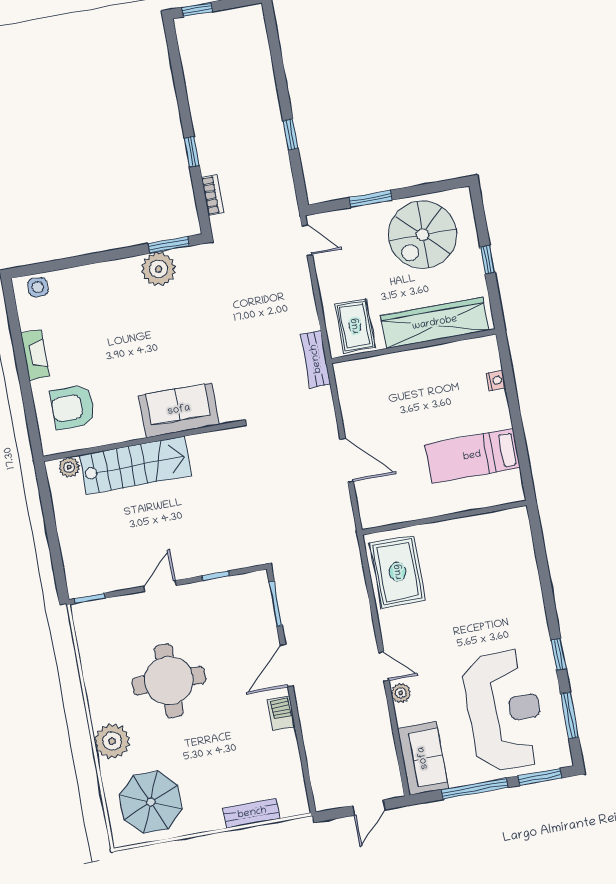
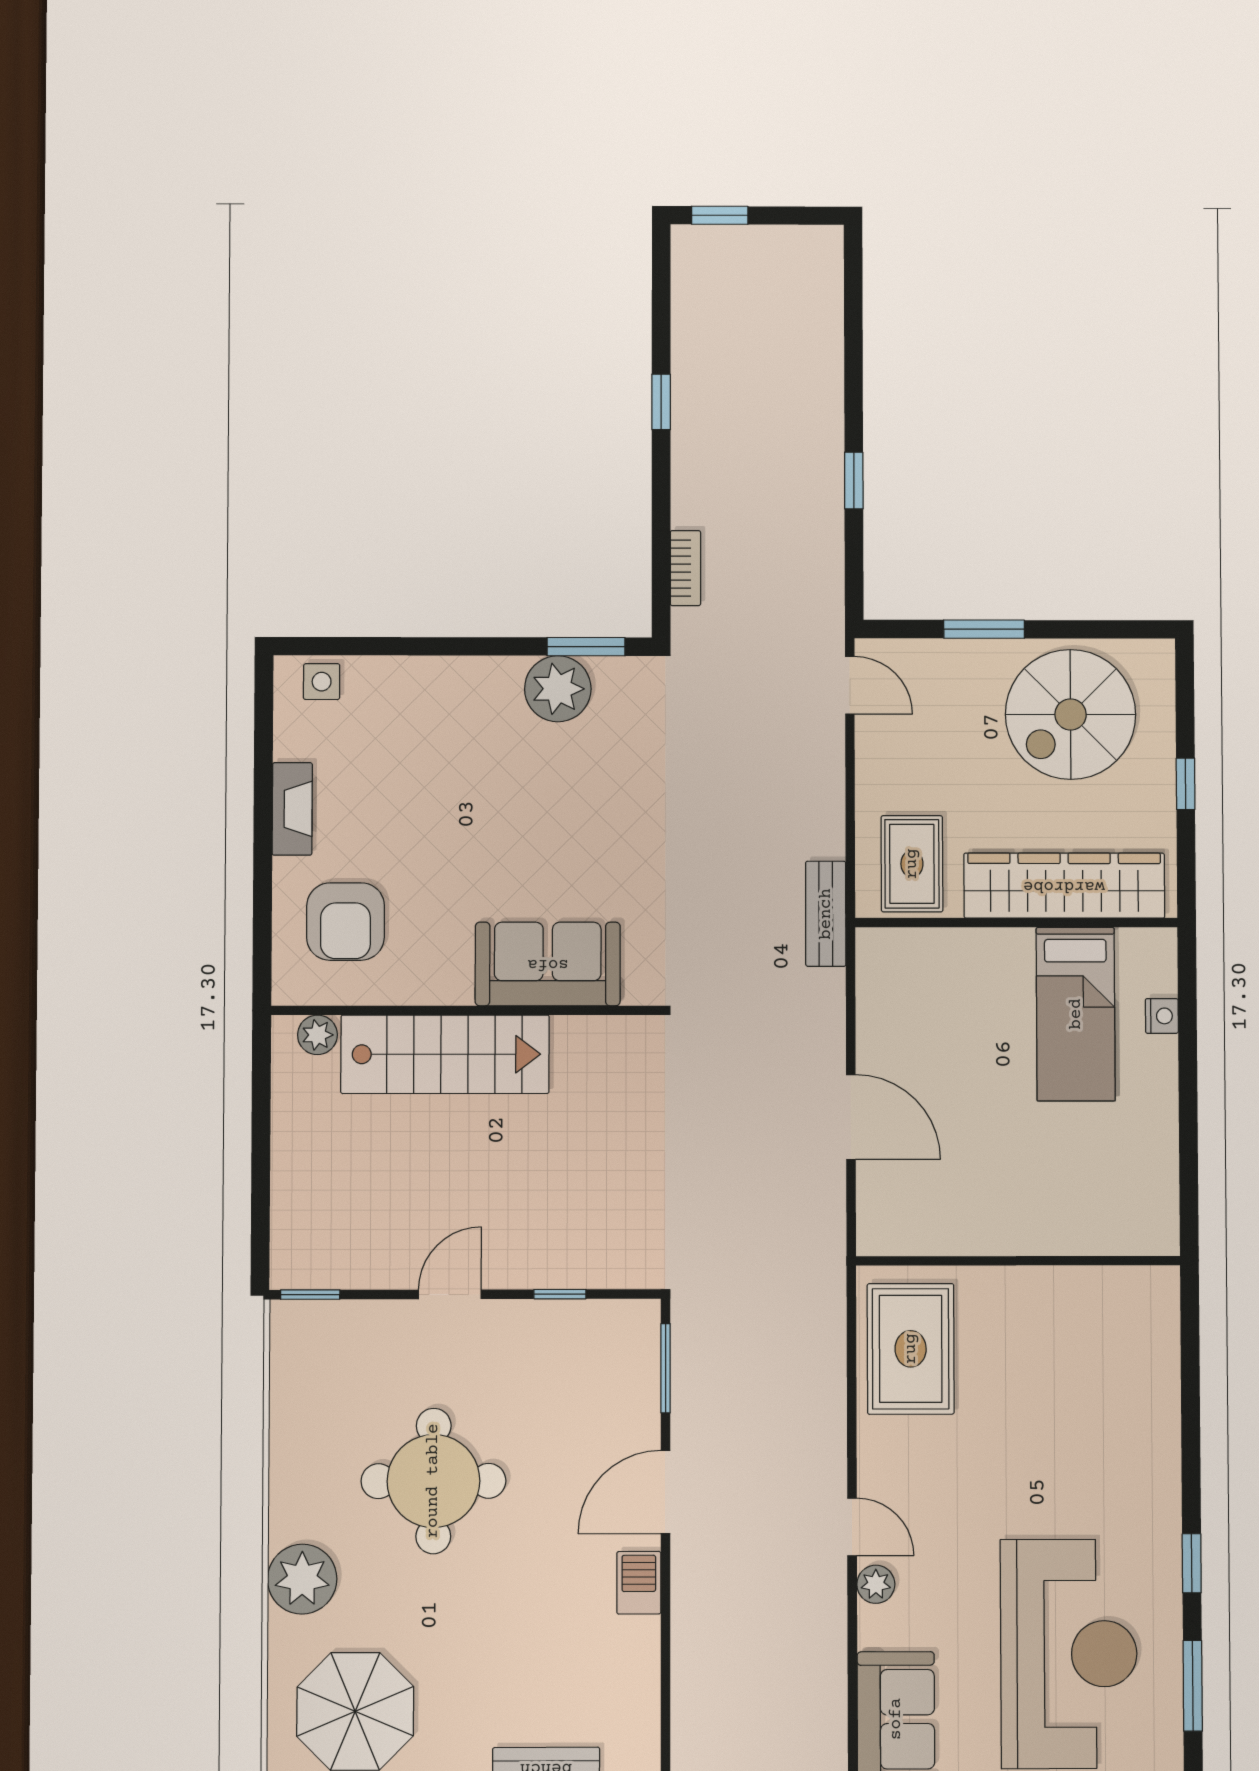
window: (192, 152) -> (661, 402), moved
armchair: (73, 407) -> (346, 922), turned -90
bed: (472, 456) -> (1076, 1014), moved, turned -90

